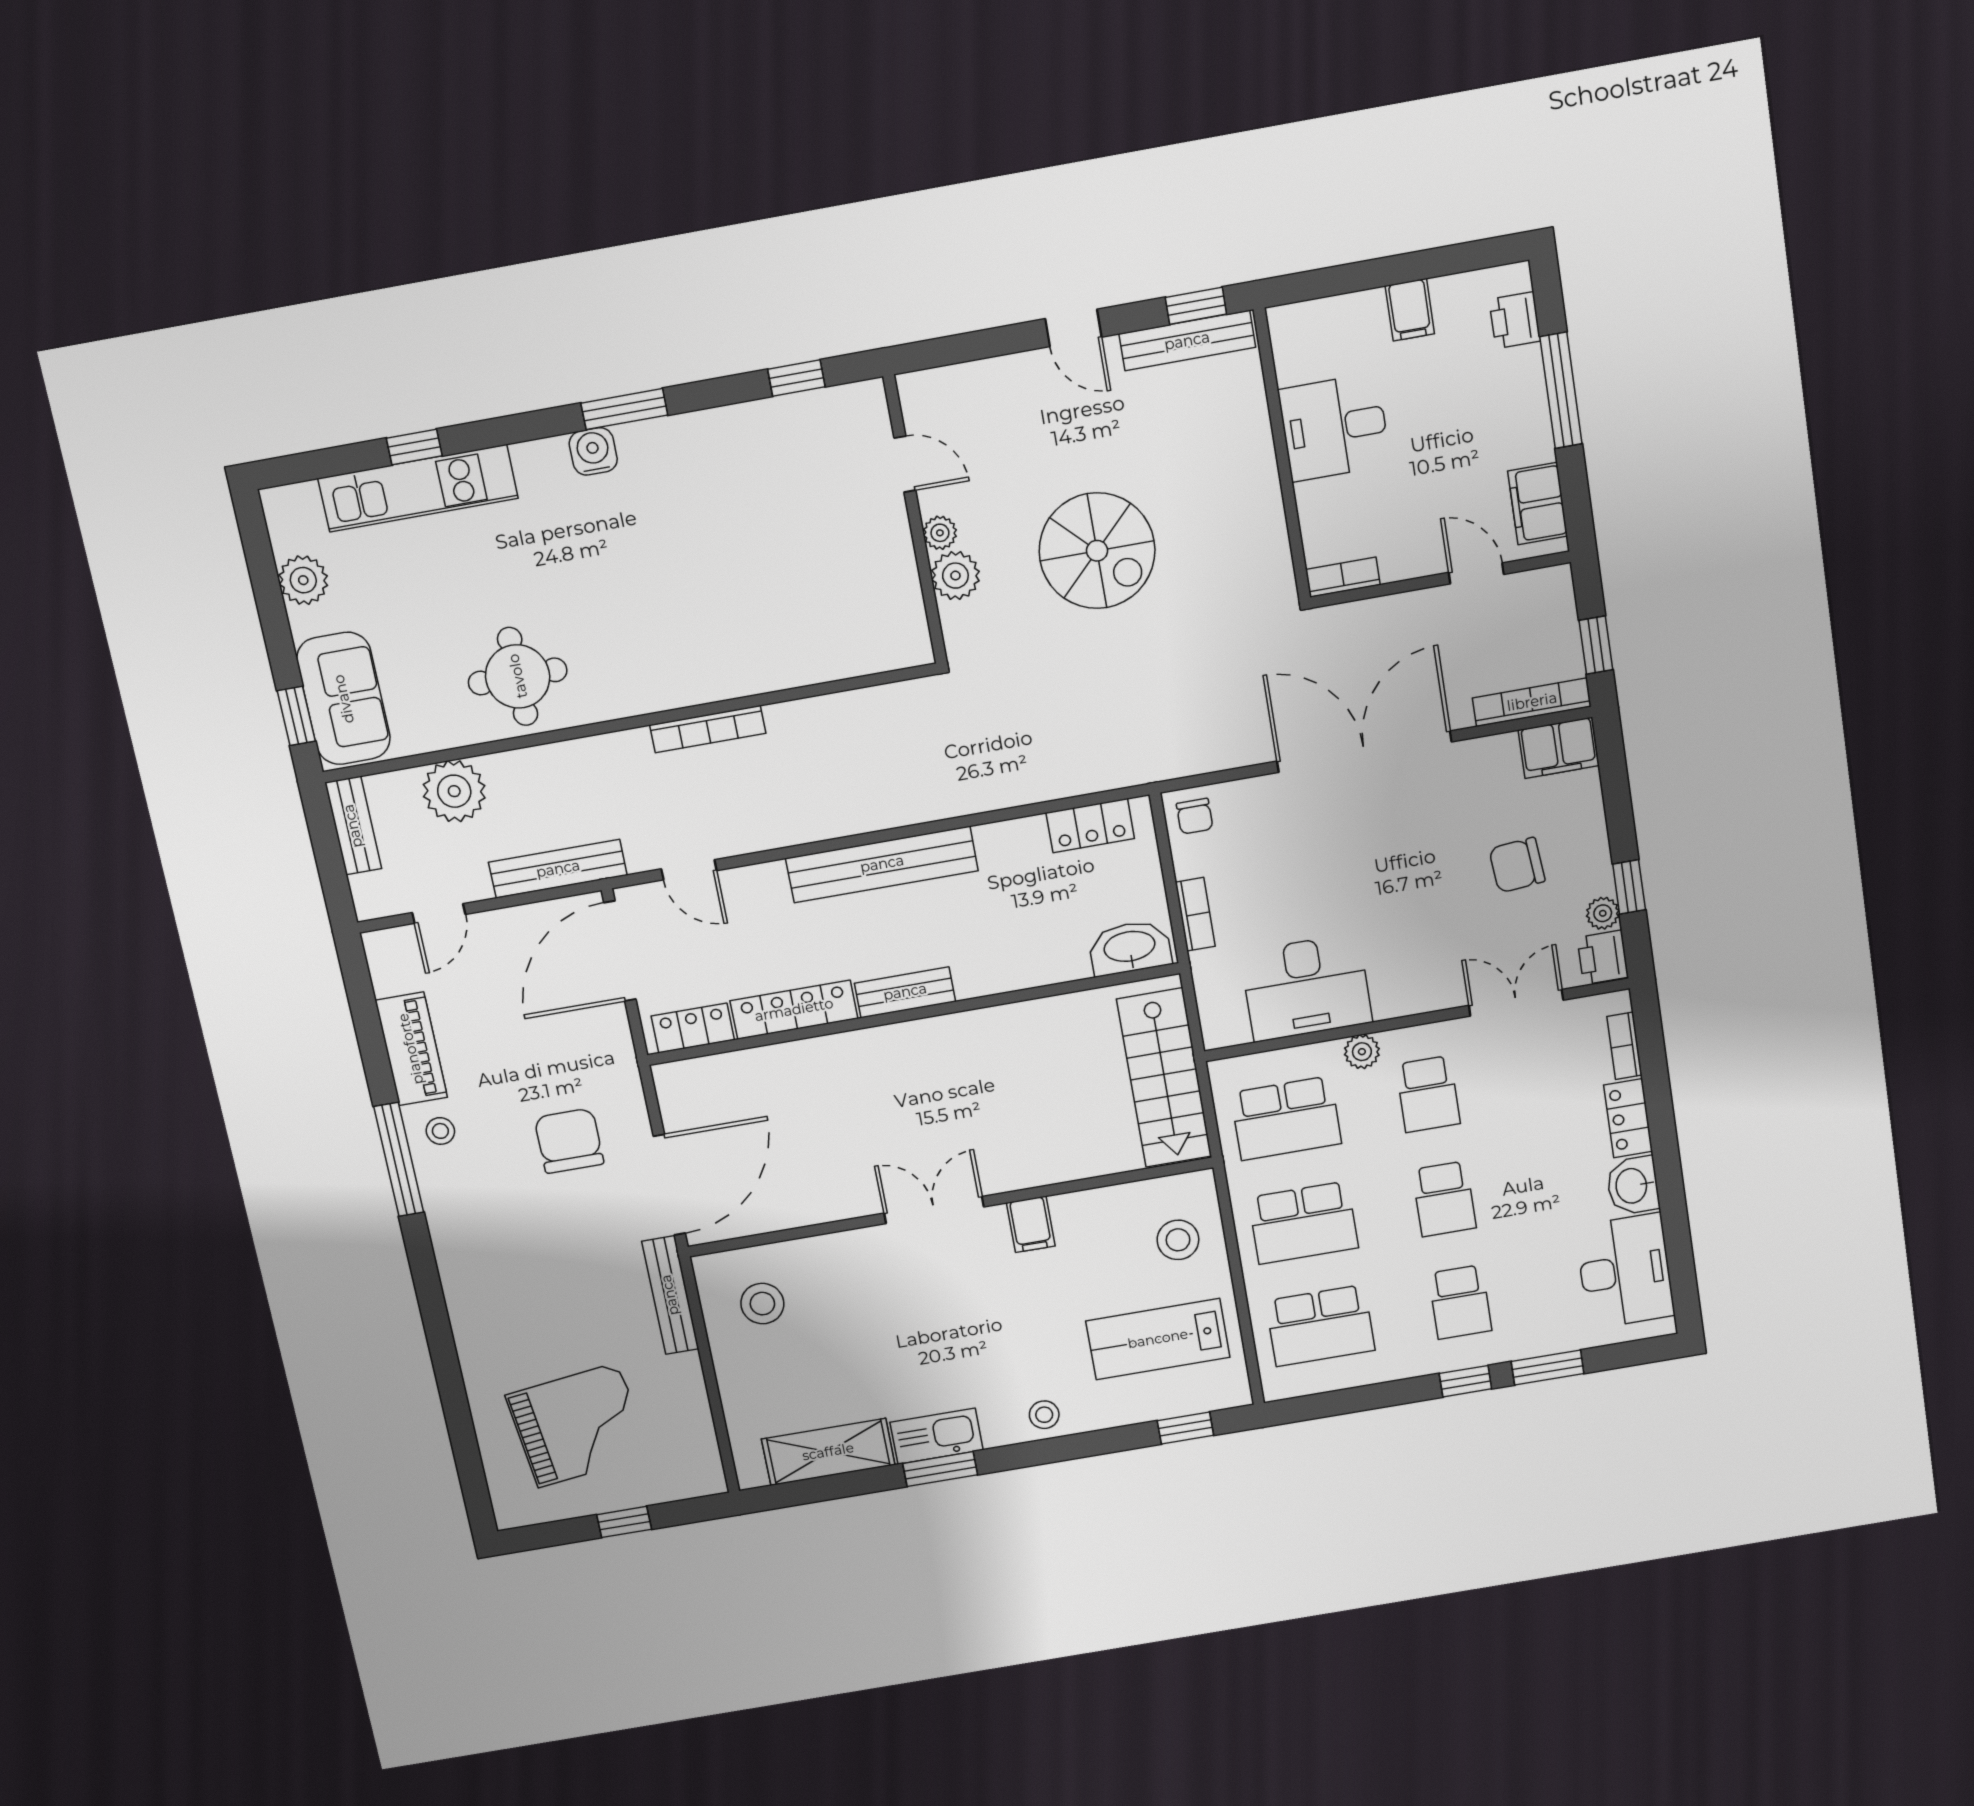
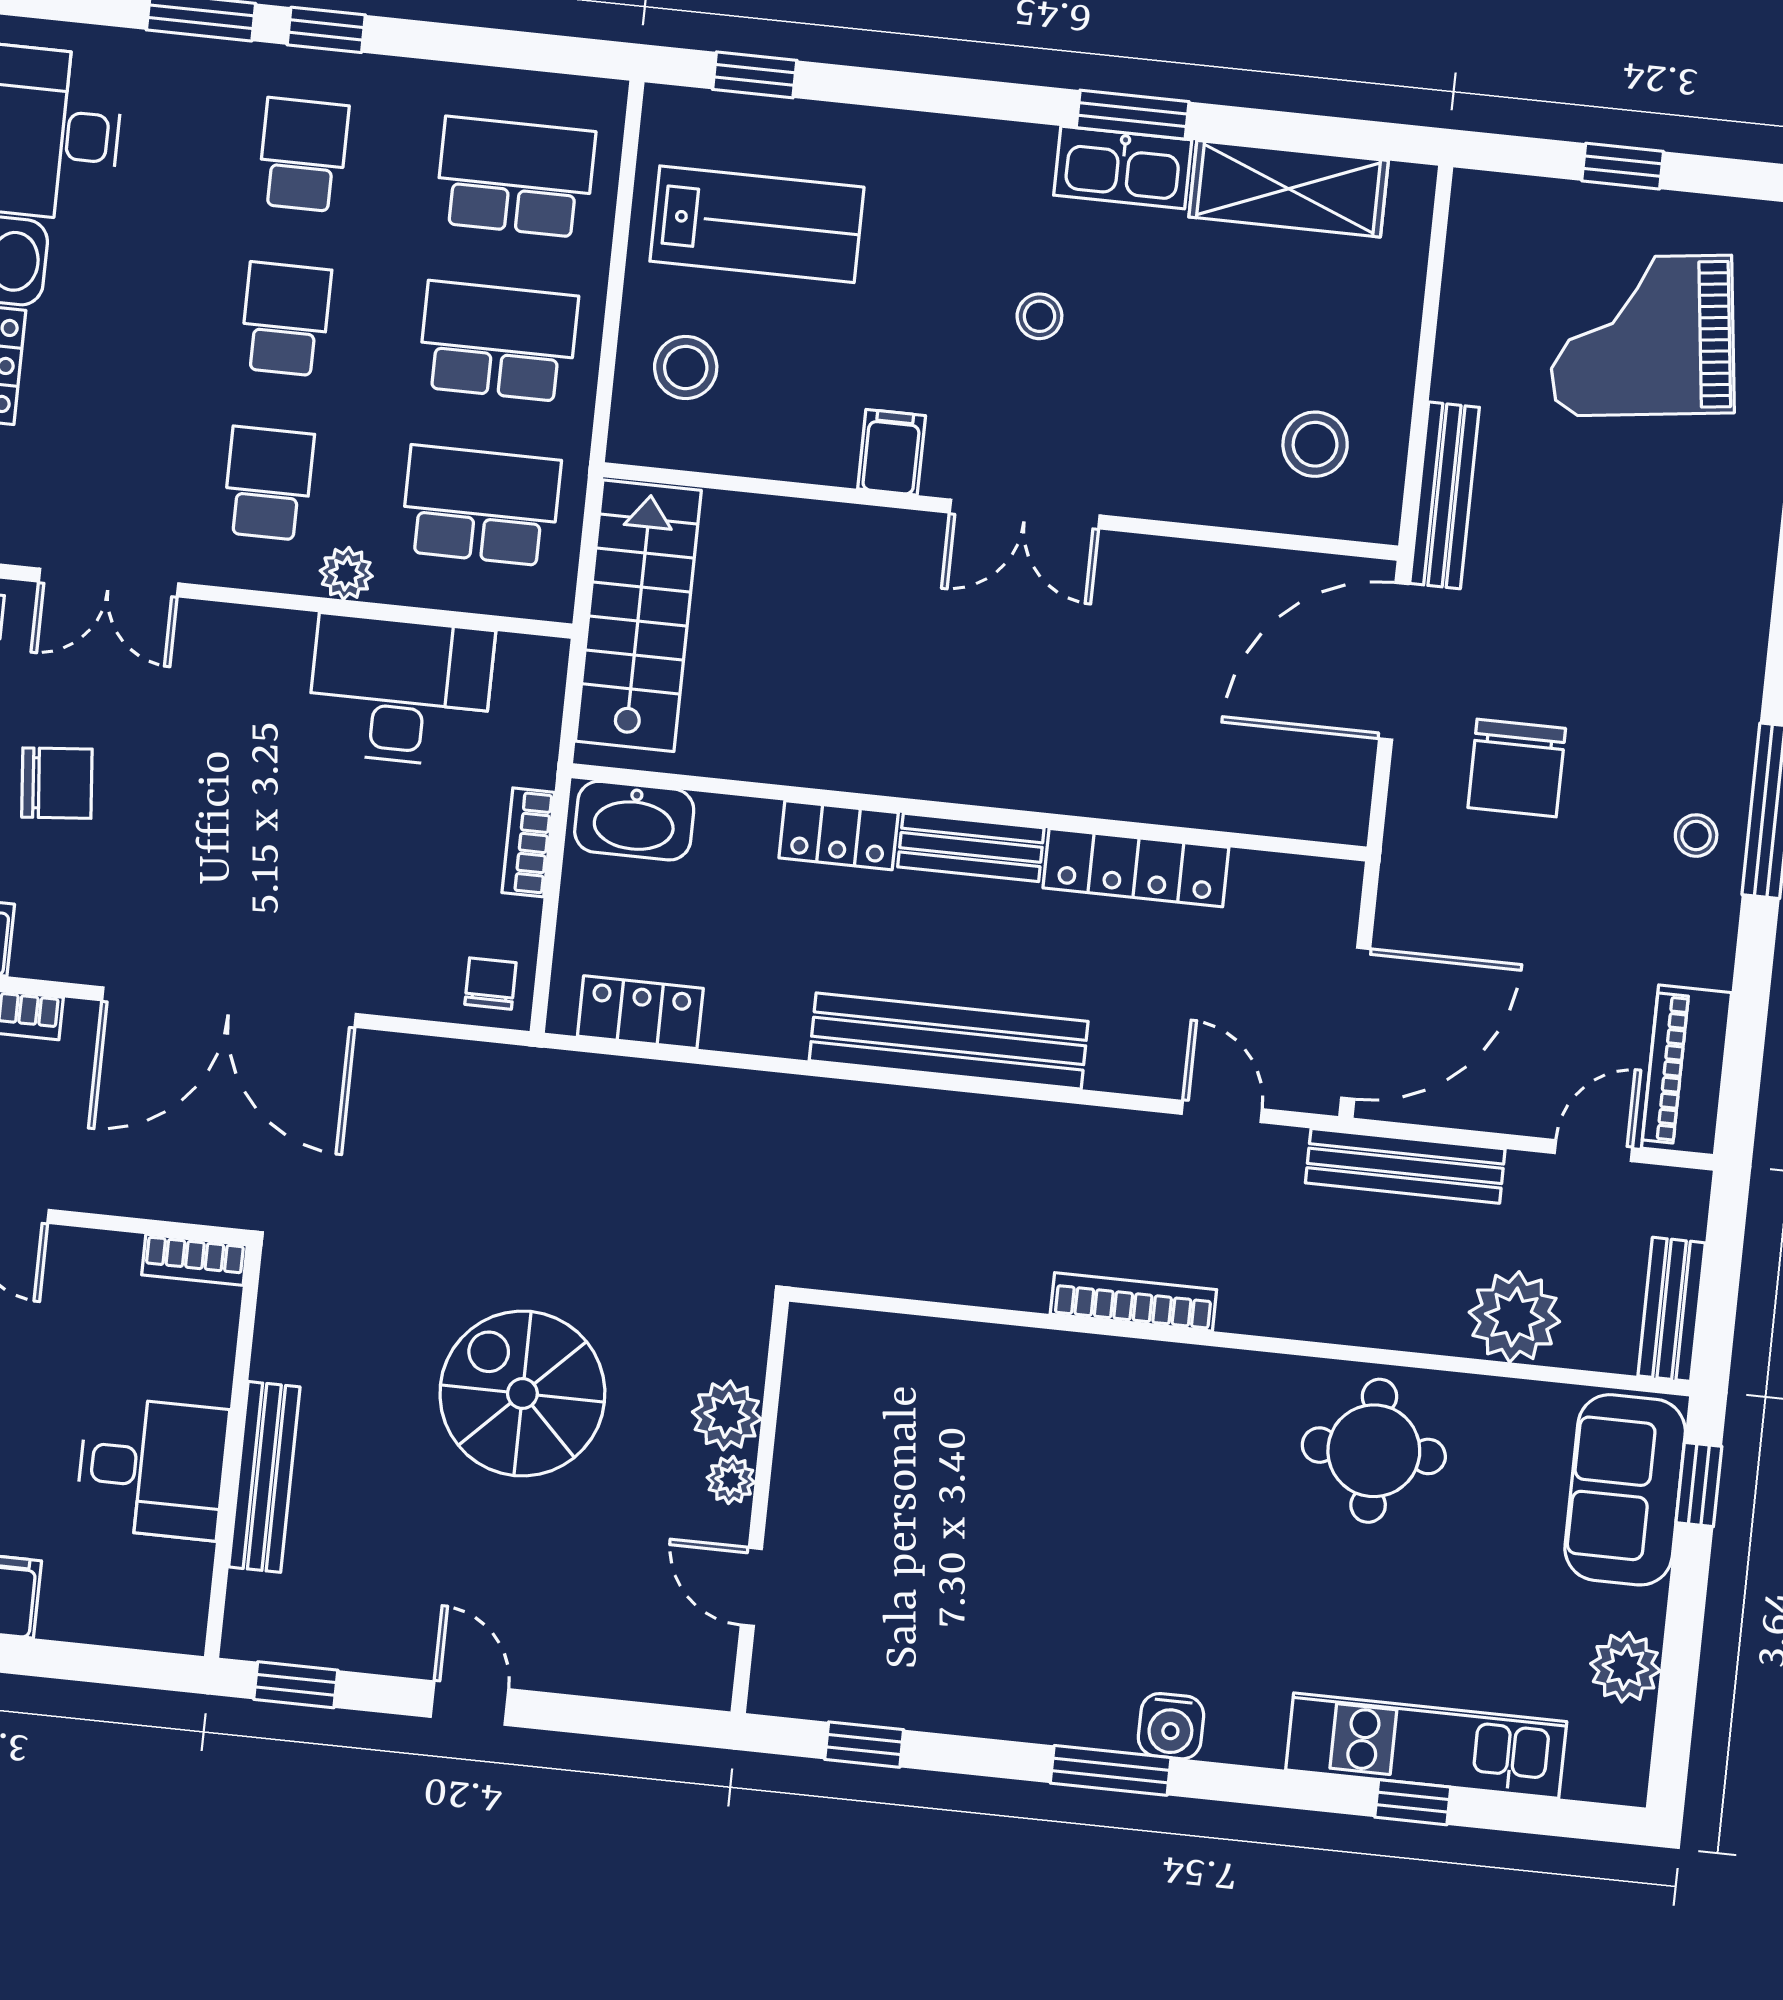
bench: (1187, 341) -> (264, 1477), moved, turned 90
locker: (693, 1028) -> (839, 835), moved
piano: (411, 1049) -> (1687, 1070), moved
stool: (1044, 1415) -> (1039, 316), moved

